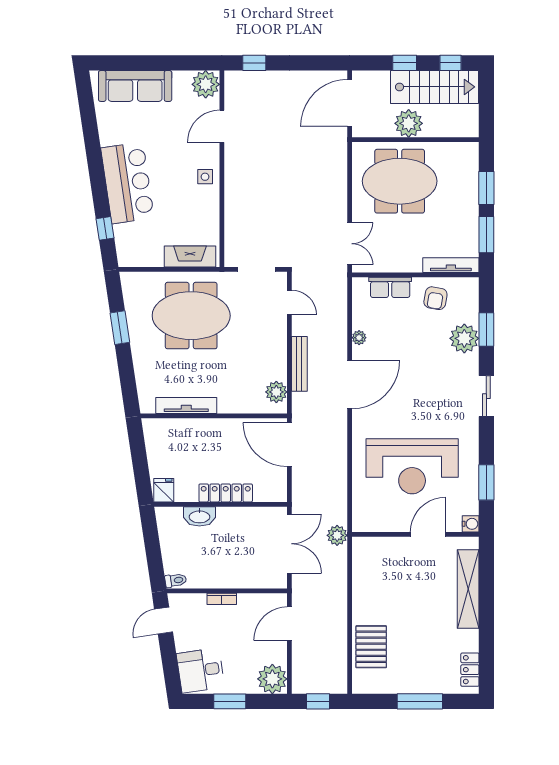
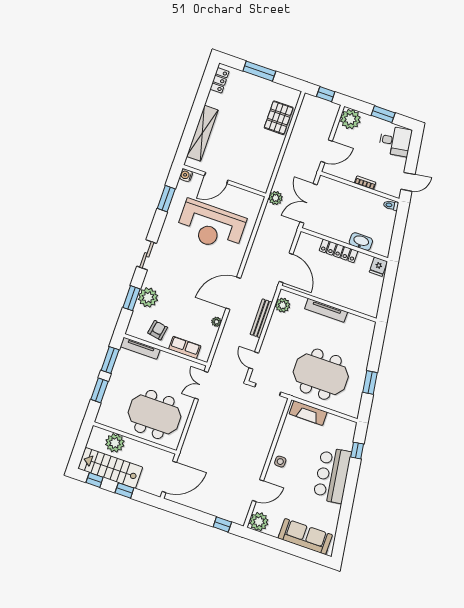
plant: (409, 123) -> (115, 443), moved
tv unit: (186, 405) -> (326, 310), moved
reception desk: (412, 466) -> (211, 226), turned 180

